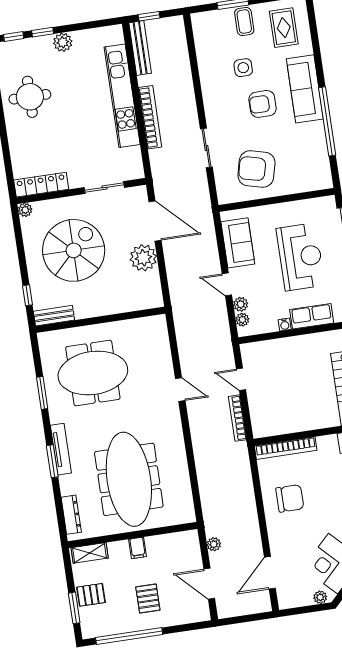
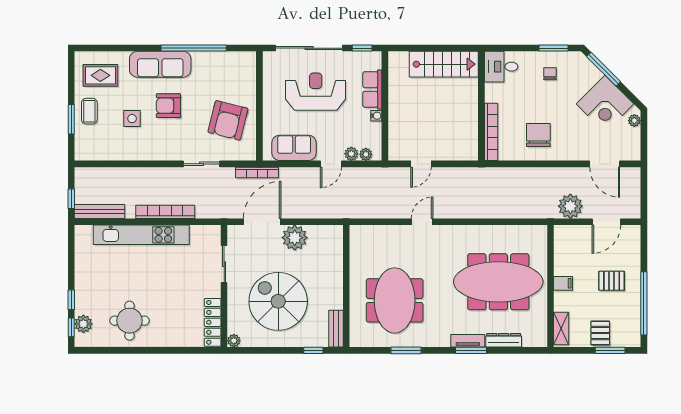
coffee table: (244, 22) -> (89, 111), turned 90
plant: (63, 42) -> (83, 324), moved
armchair: (263, 104) -> (168, 106), turned 90
bookcase: (237, 418) -> (257, 173), moved
tv unit: (61, 449) -> (468, 341), width x0.71
dresser: (71, 515) -> (504, 340), moved
plant: (214, 544) -> (570, 206), width x1.88, depth x1.88

